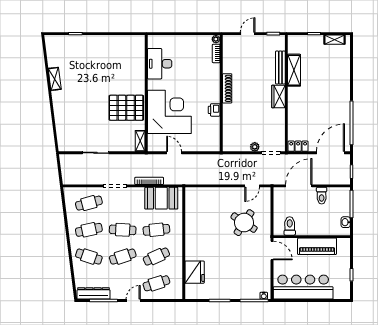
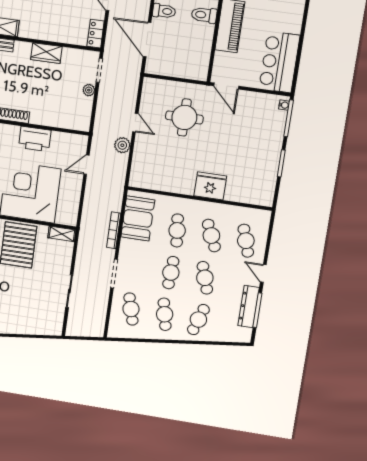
wardrobe: (278, 96) -> (46, 53), moved
printer: (214, 110) -> (35, 139), width x1.87, depth x1.48
door: (174, 153) -> (86, 165), moved
plant: (216, 178) -> (122, 145), added
door: (252, 186) -> (135, 123), moved
round table: (244, 223) -> (184, 117), turned -33
toilet: (290, 226) -> (204, 15), moved
door: (272, 250) -> (226, 86), swing flipped
fridge: (195, 272) -> (210, 186), moved
bar counter: (303, 287) -> (279, 62), width x0.73
dresser: (93, 293) -> (249, 307), moved

